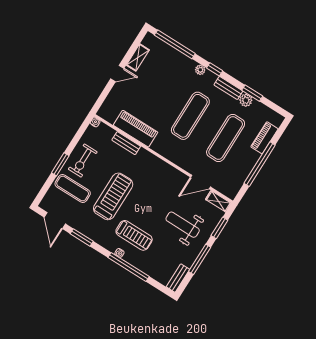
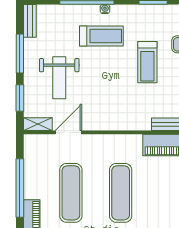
treadmill: (113, 196) -> (147, 62), width x0.73, depth x0.73
weight bench: (183, 225) -> (59, 78), turned 90
treadmill: (134, 235) -> (101, 36), turned 180

